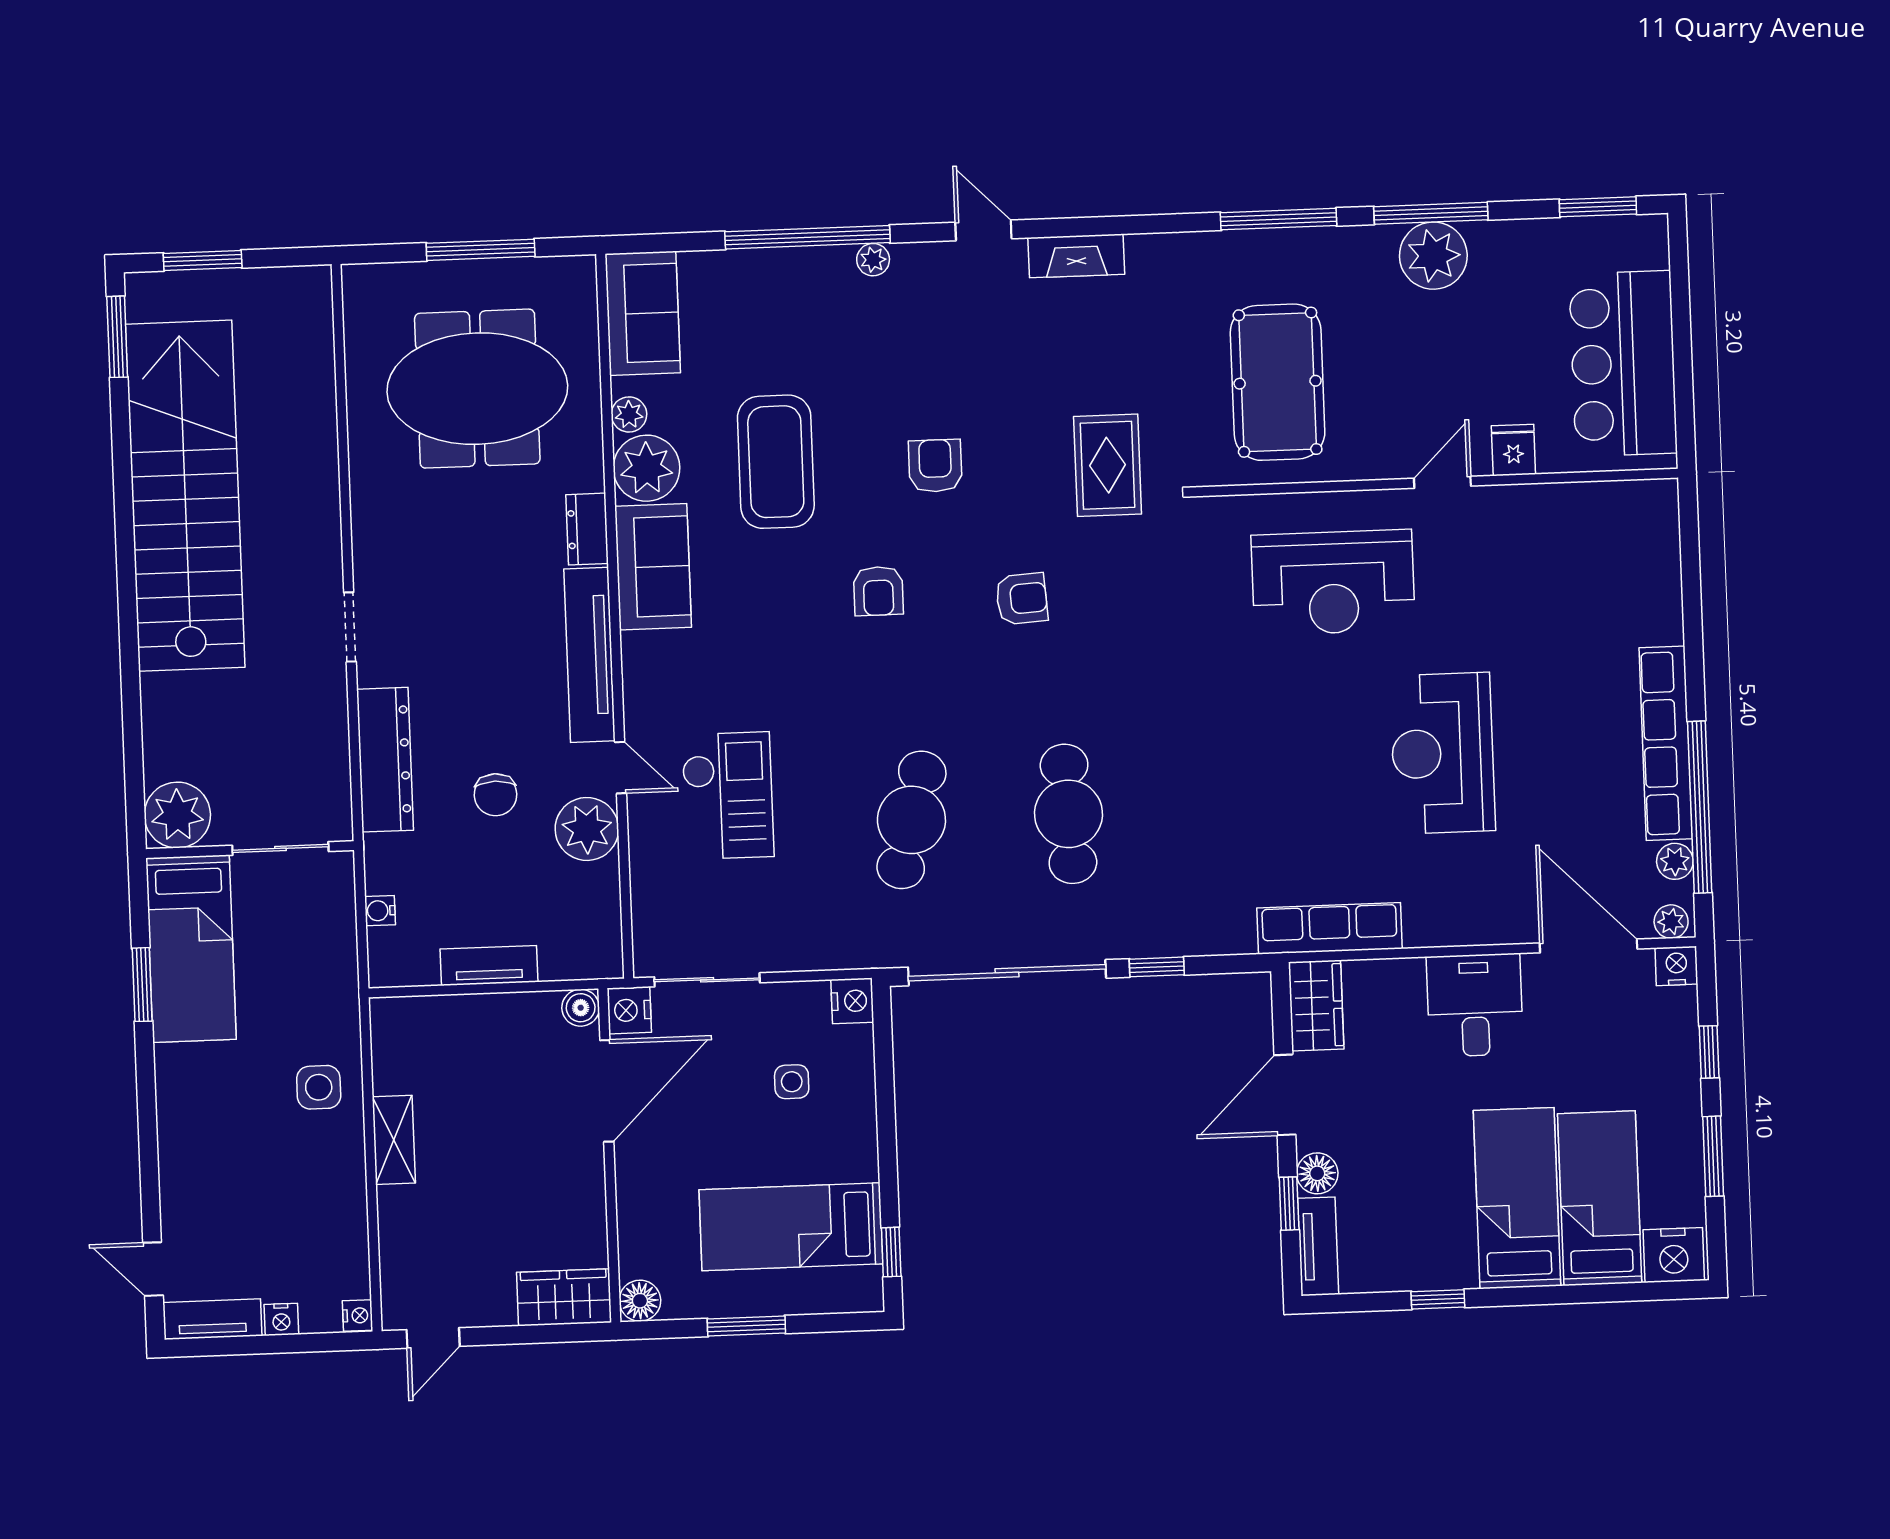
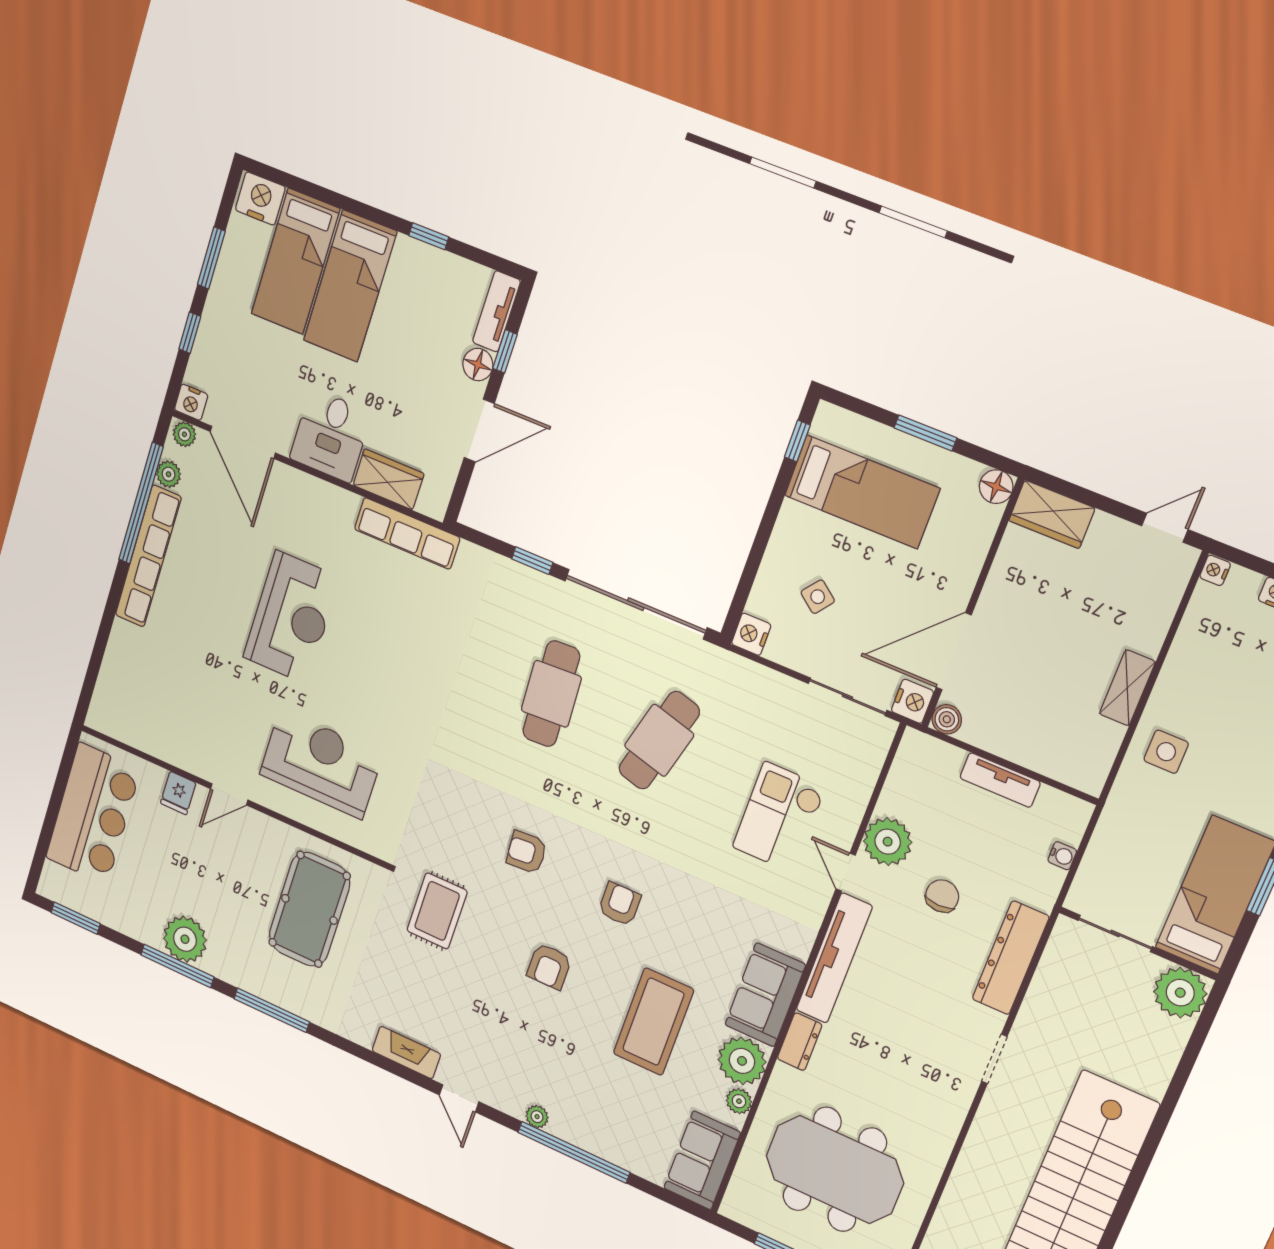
wardrobe: (1316, 1006) -> (388, 479), moved, turned 90
side table: (792, 1082) -> (818, 597), turned 38

